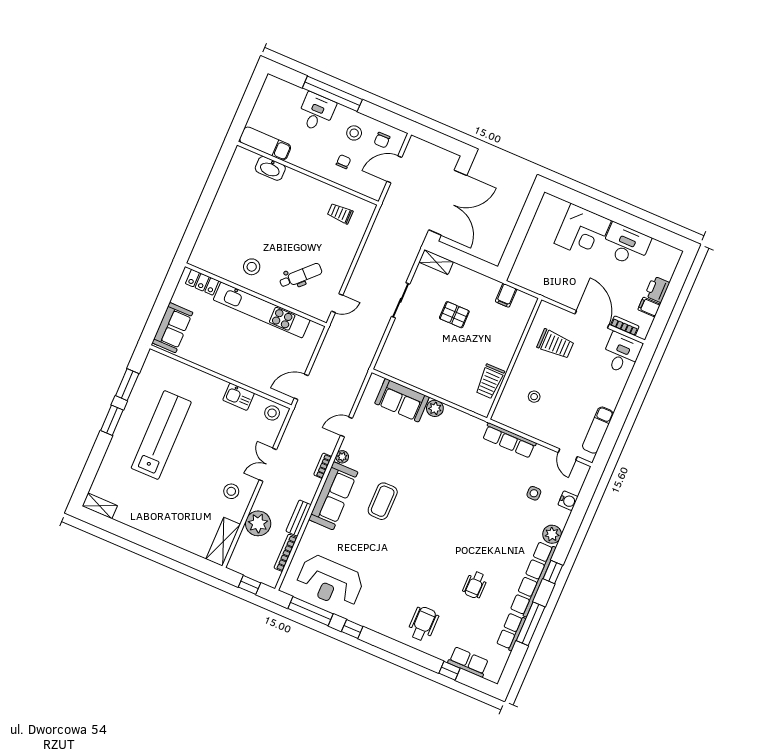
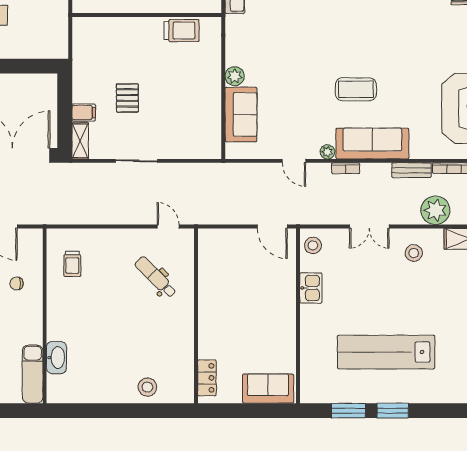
stool: (252, 267) -> (147, 387), moved
filing cabinet: (506, 295) -> (84, 113), moved
kitchen unit: (262, 310) -> (209, 303), removed

